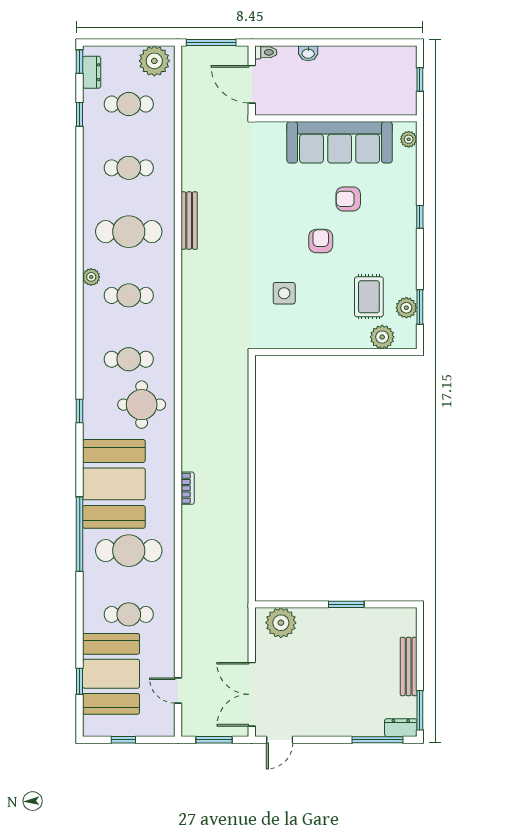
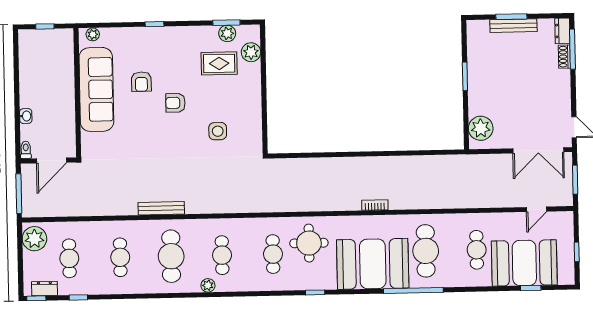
window: (420, 710) -> (511, 17), moved
shoe rack: (368, 729) -> (564, 57), added

